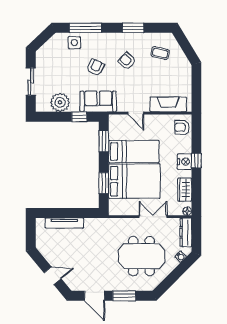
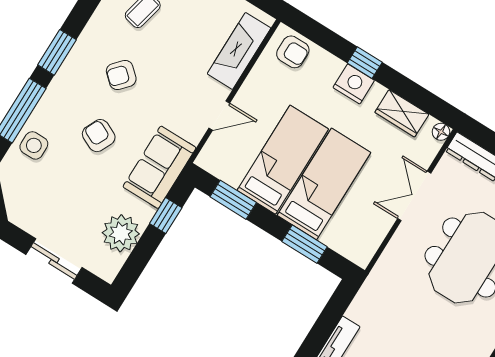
window: (133, 28) -> (57, 52), moved
armchair: (182, 127) -> (293, 52), turned -90
bed: (134, 181) -> (324, 184), width x0.67

